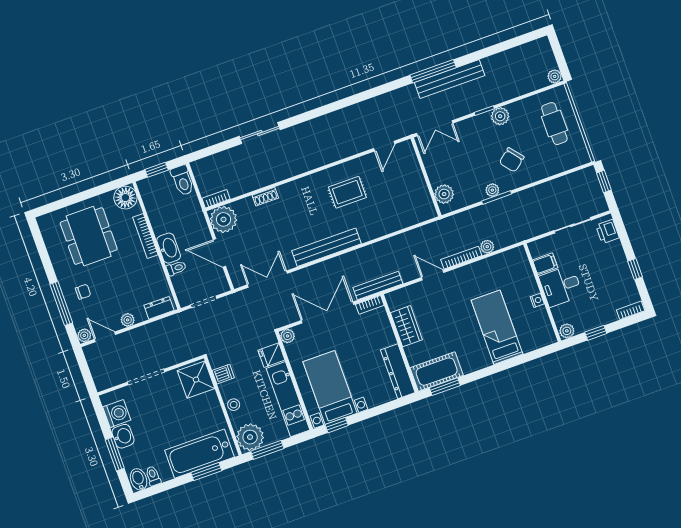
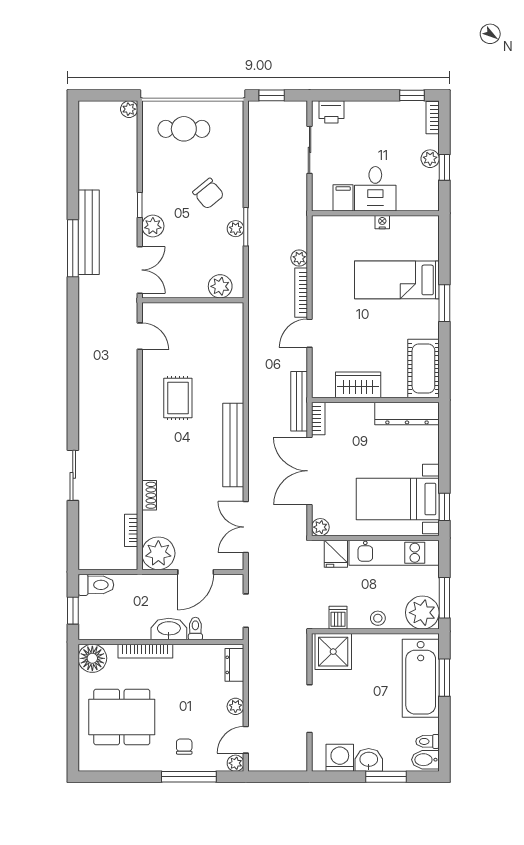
plant: (500, 116) -> (153, 226), moved
bookcase: (216, 199) -> (131, 530), moved
window: (635, 269) -> (412, 95), moved
plant: (567, 331) -> (430, 159), moved
window: (445, 387) -> (444, 303), moved

